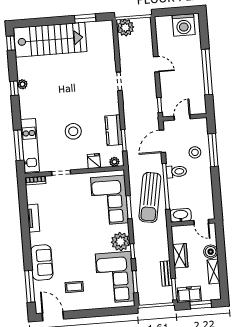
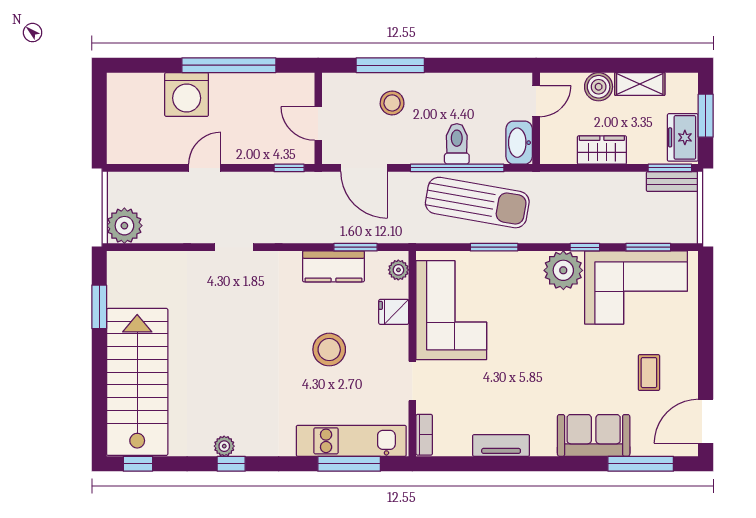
washing machine: (184, 25) -> (187, 95), moved, turned 90
toilet: (177, 172) -> (457, 144), moved
corner sofa: (109, 200) -> (451, 310), moved, turned -90
bench: (166, 273) -> (672, 182), moved

